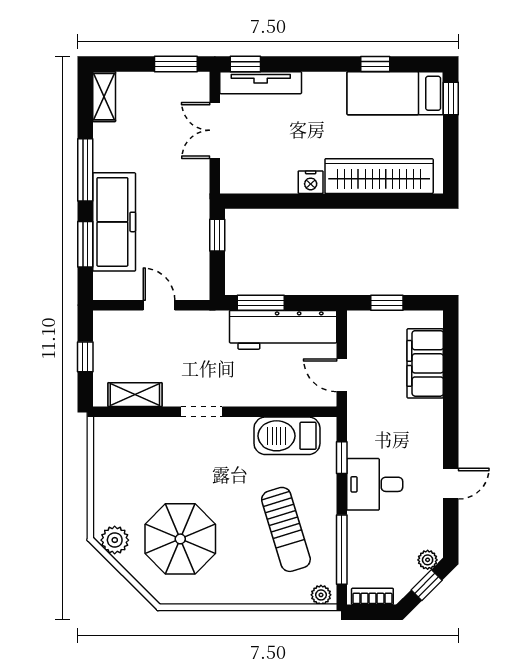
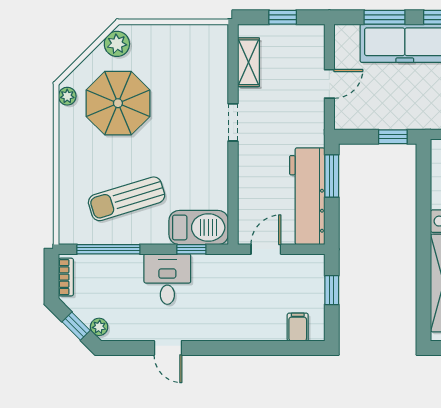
filing cabinet: (425, 363) -> (298, 327), width x0.33, depth x0.86
barbecue: (287, 436) -> (199, 228), moved, turned 90
plant: (321, 595) -> (67, 96), moved

